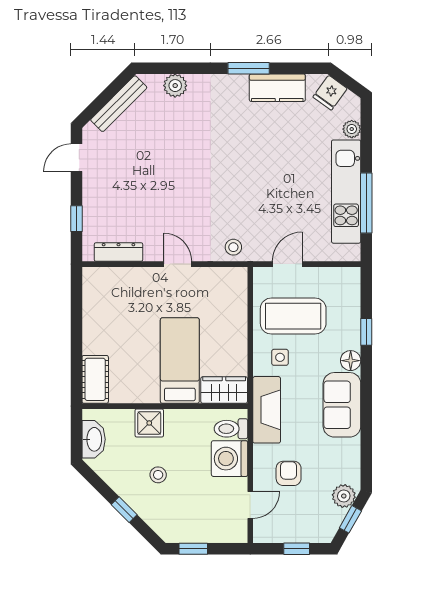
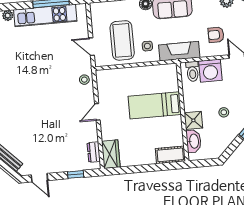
dresser: (118, 252) -> (94, 152), width x0.70
wardrobe: (224, 390) -> (111, 154), moved, turned 180
washbasin: (94, 439) -> (194, 141), moved, turned 90

